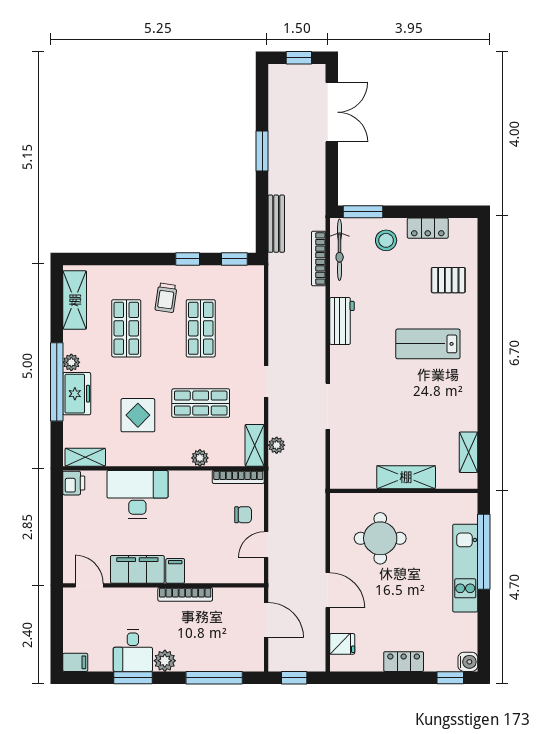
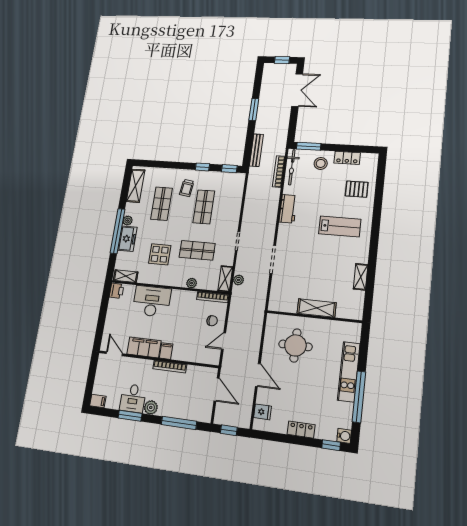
lab bench: (428, 344) -> (340, 227), turned 180
shelving: (468, 452) -> (361, 277), moved
window: (484, 552) -> (359, 397), moved

